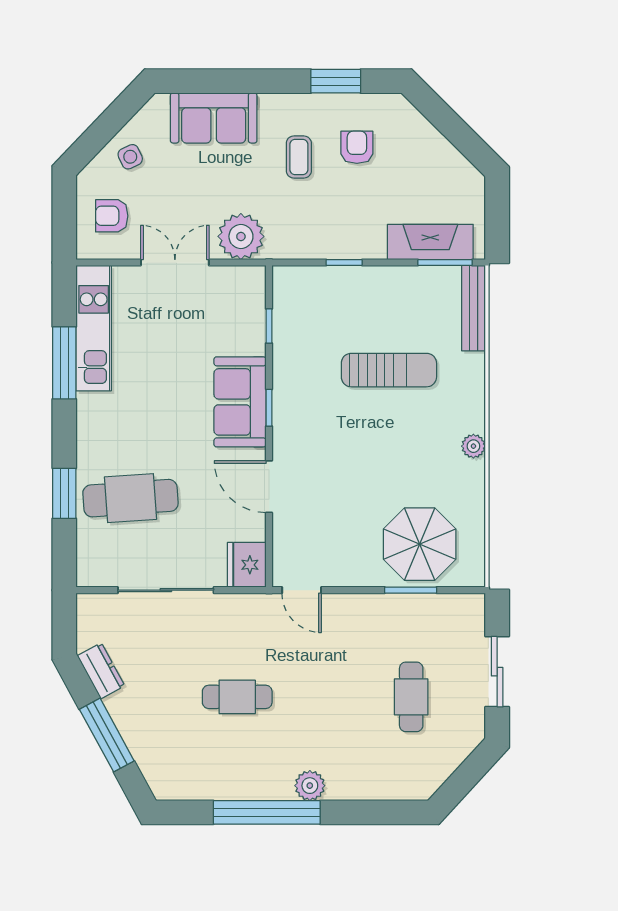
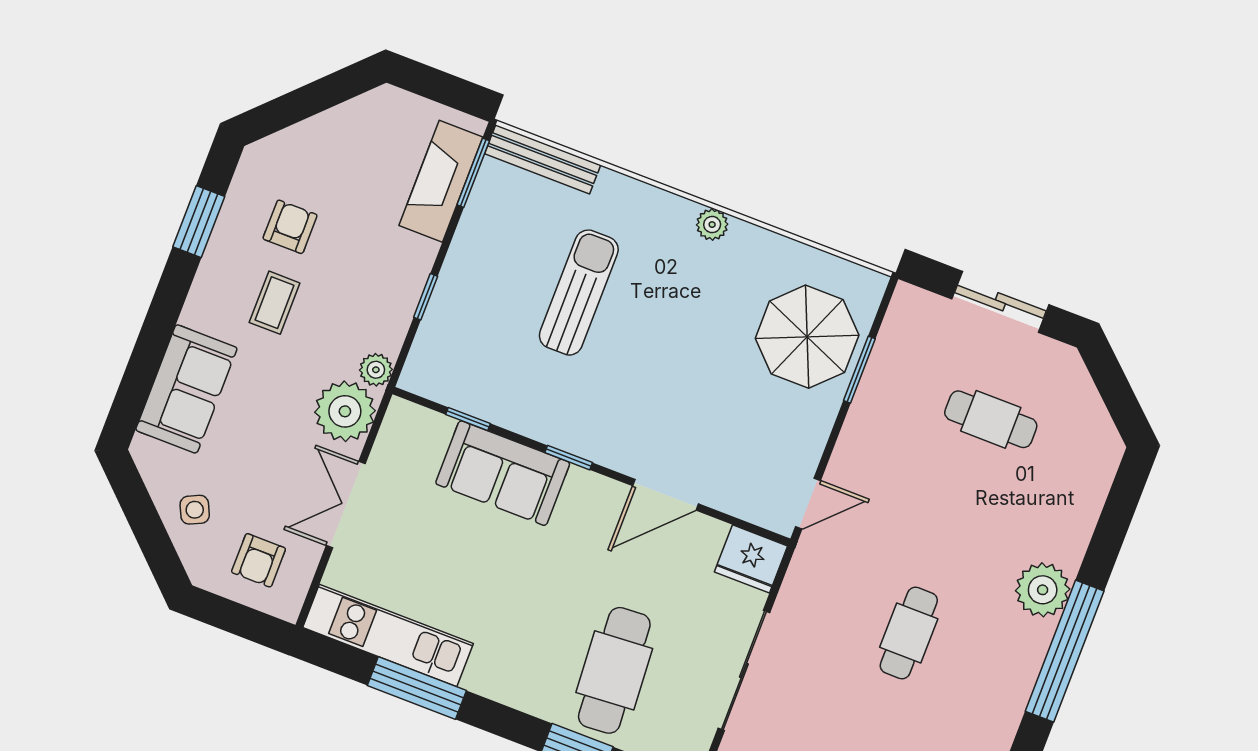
armchair: (357, 147) -> (290, 227), turned 90
coffee table: (299, 157) -> (275, 303), turned 90
plant: (279, 247) -> (376, 370), added
sofa: (240, 402) -> (503, 473), moved
plant: (310, 786) -> (1043, 590), width x1.36, depth x1.36

